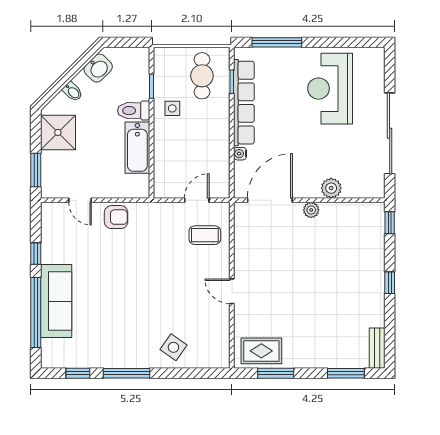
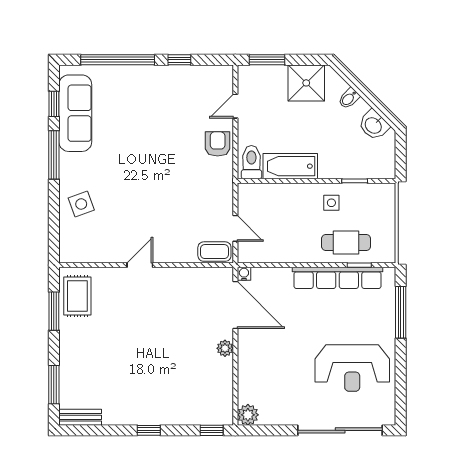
cafe table: (202, 76) -> (346, 243), moved
reception desk: (330, 89) -> (352, 368), turned 180
toilet: (134, 111) -> (251, 162), moved
sliding door: (390, 133) -> (340, 430), moved
water cooler: (240, 154) -> (244, 274), moved
plant: (331, 188) -> (248, 415), moved
armchair: (116, 217) -> (218, 144), turned 180
coffee table: (205, 235) -> (214, 252), moved, turned 90
sofa: (56, 301) -> (75, 113), moved, turned -90
side table: (173, 347) -> (81, 204), turned 35

